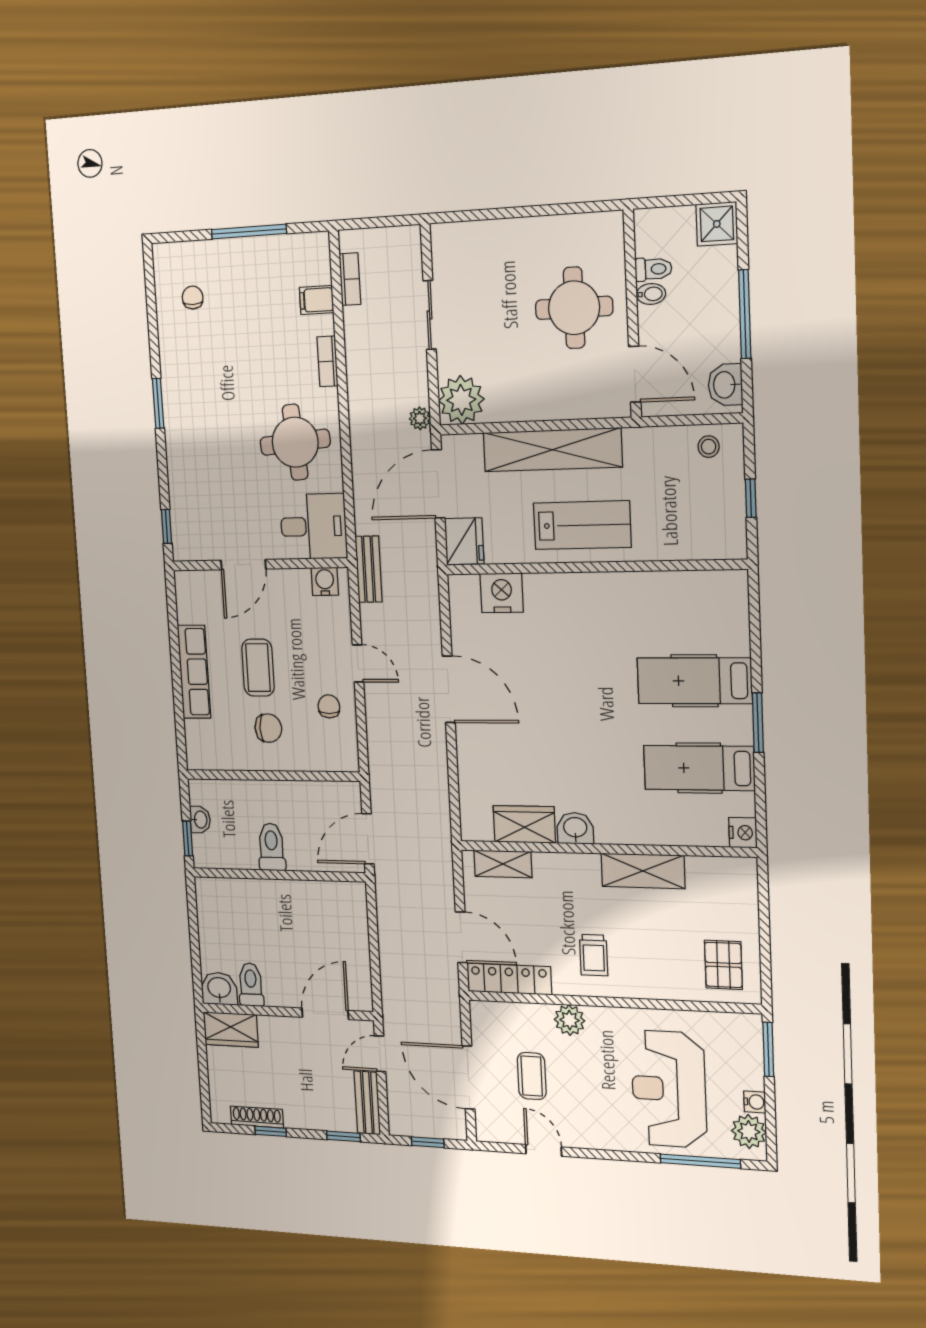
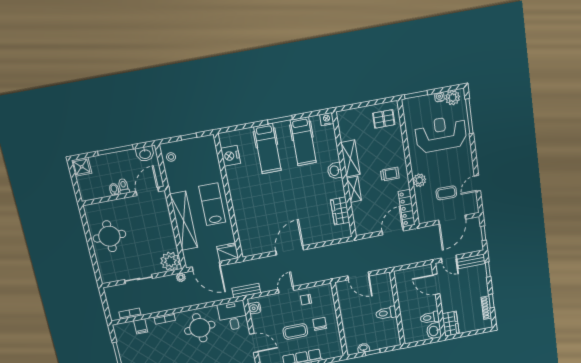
toilet: (653, 269) -> (124, 186), moved
round table: (574, 308) -> (109, 236), moved
nightstand: (502, 593) -> (231, 156), moved
washbasin: (575, 828) -> (335, 171), moved
toilet: (271, 847) -> (386, 313), moved
shelving: (503, 864) -> (354, 189), moved
wall: (279, 875) -> (397, 308), moved
reception desk: (669, 1089) -> (441, 134), turned 180

